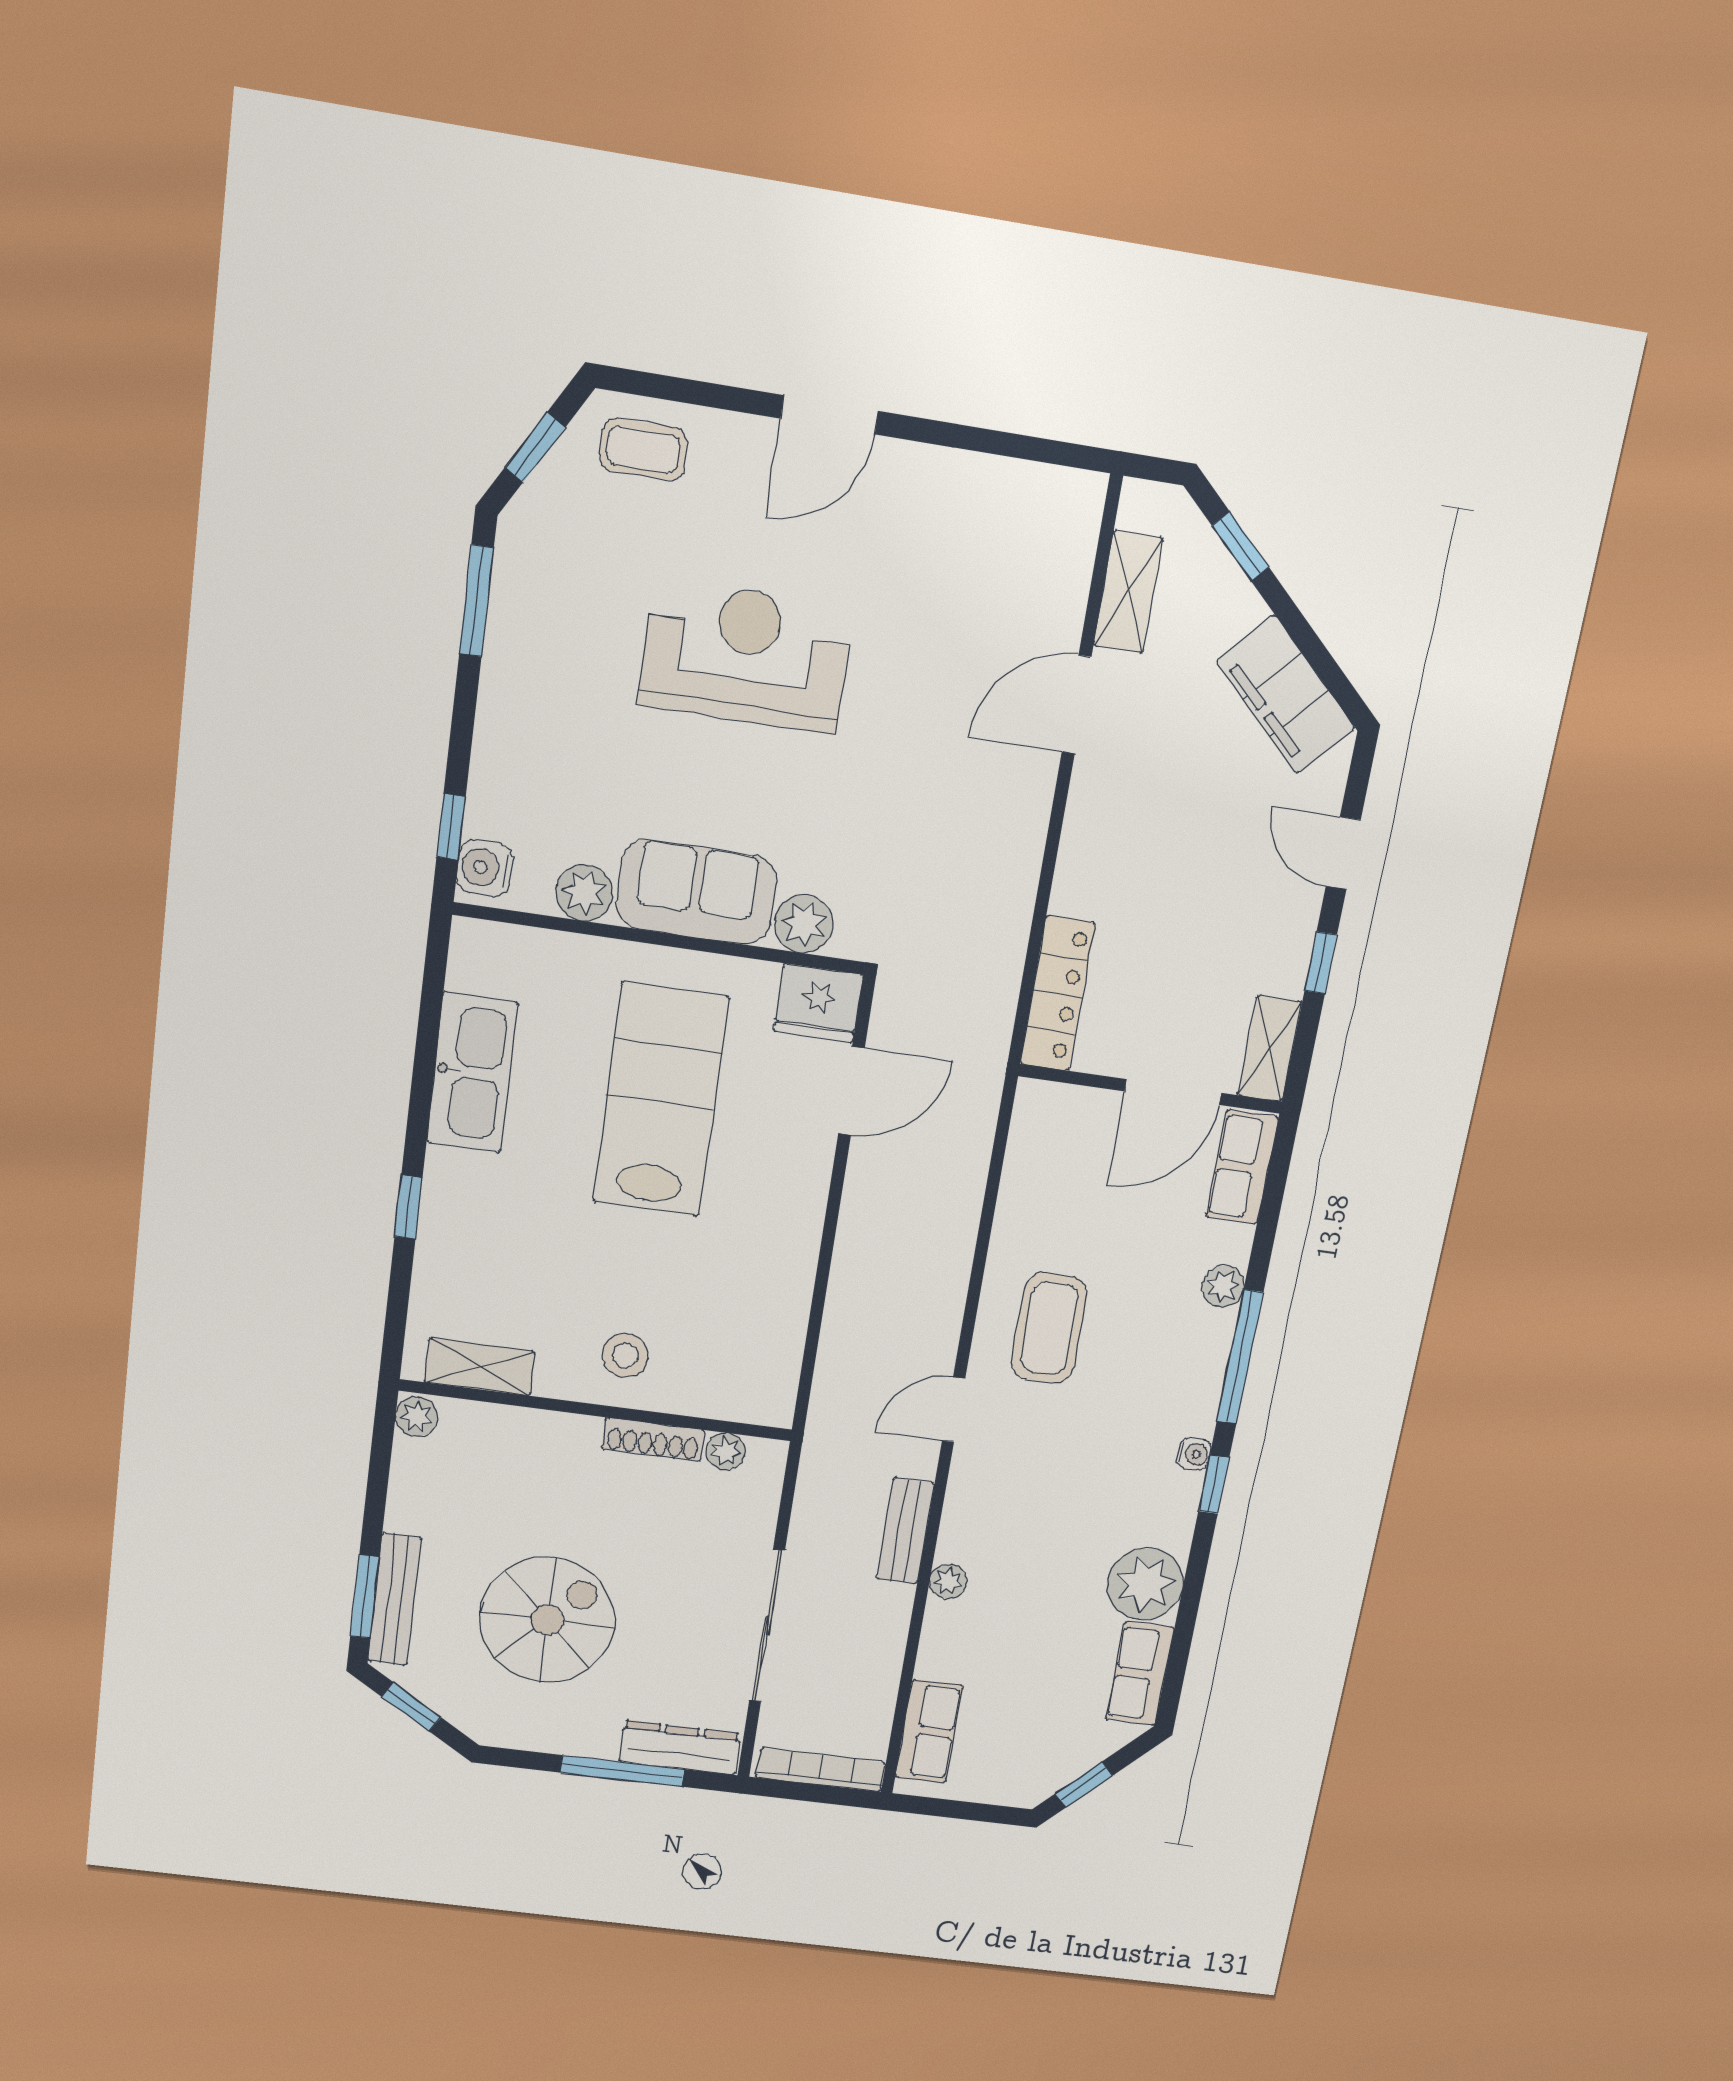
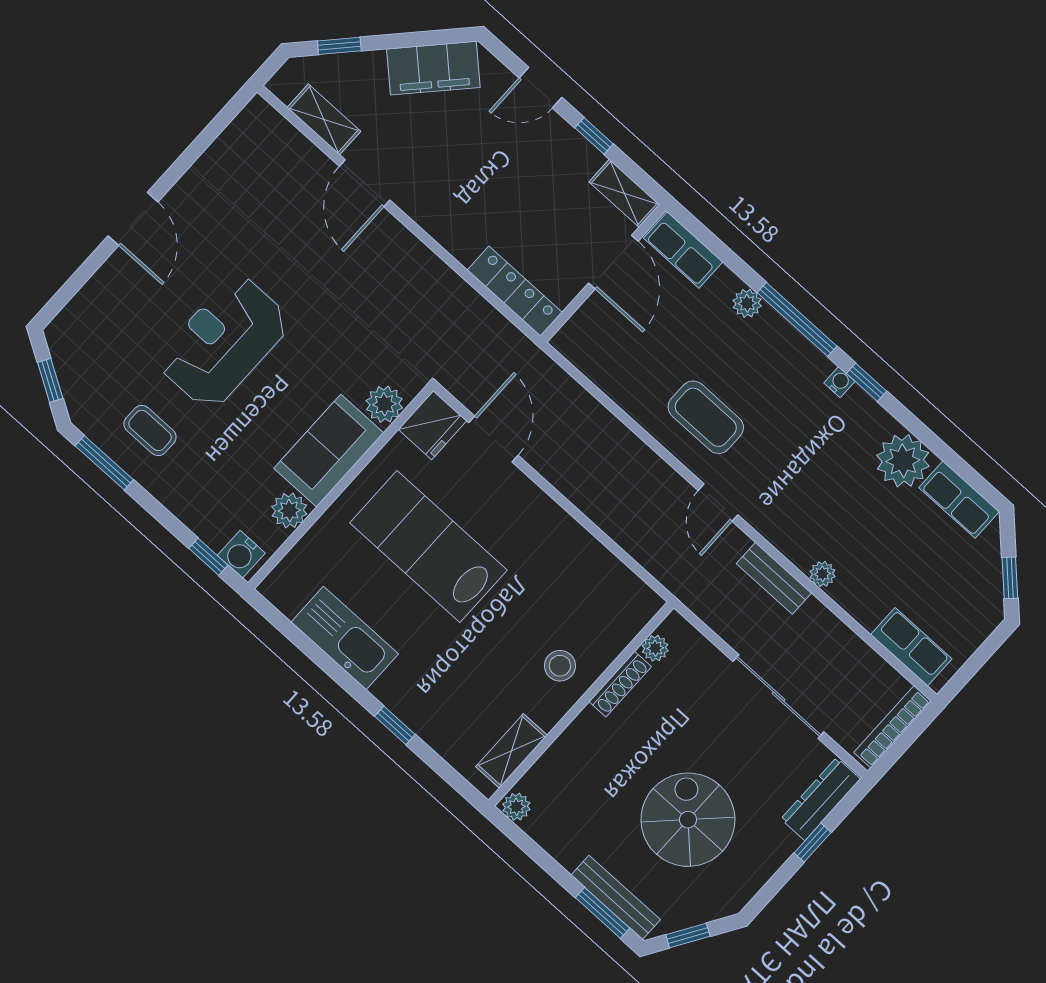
coffee table: (643, 450) -> (150, 431), moved, turned 90
window: (622, 1771) -> (813, 843), width x0.46

